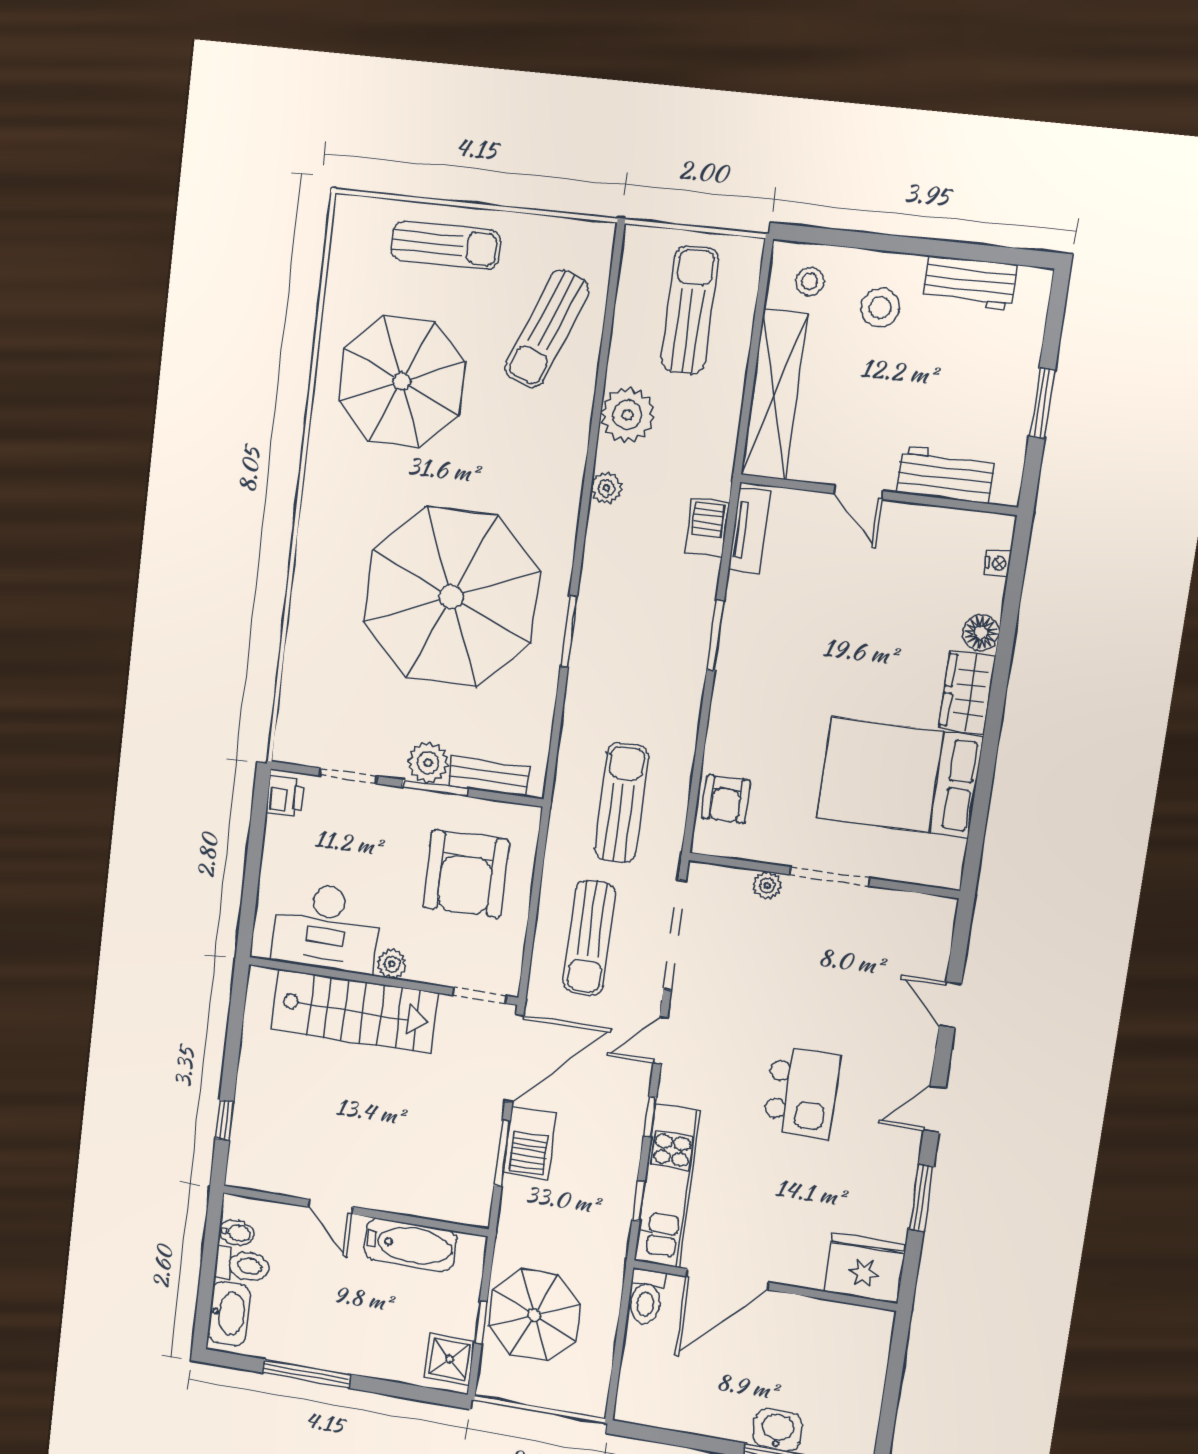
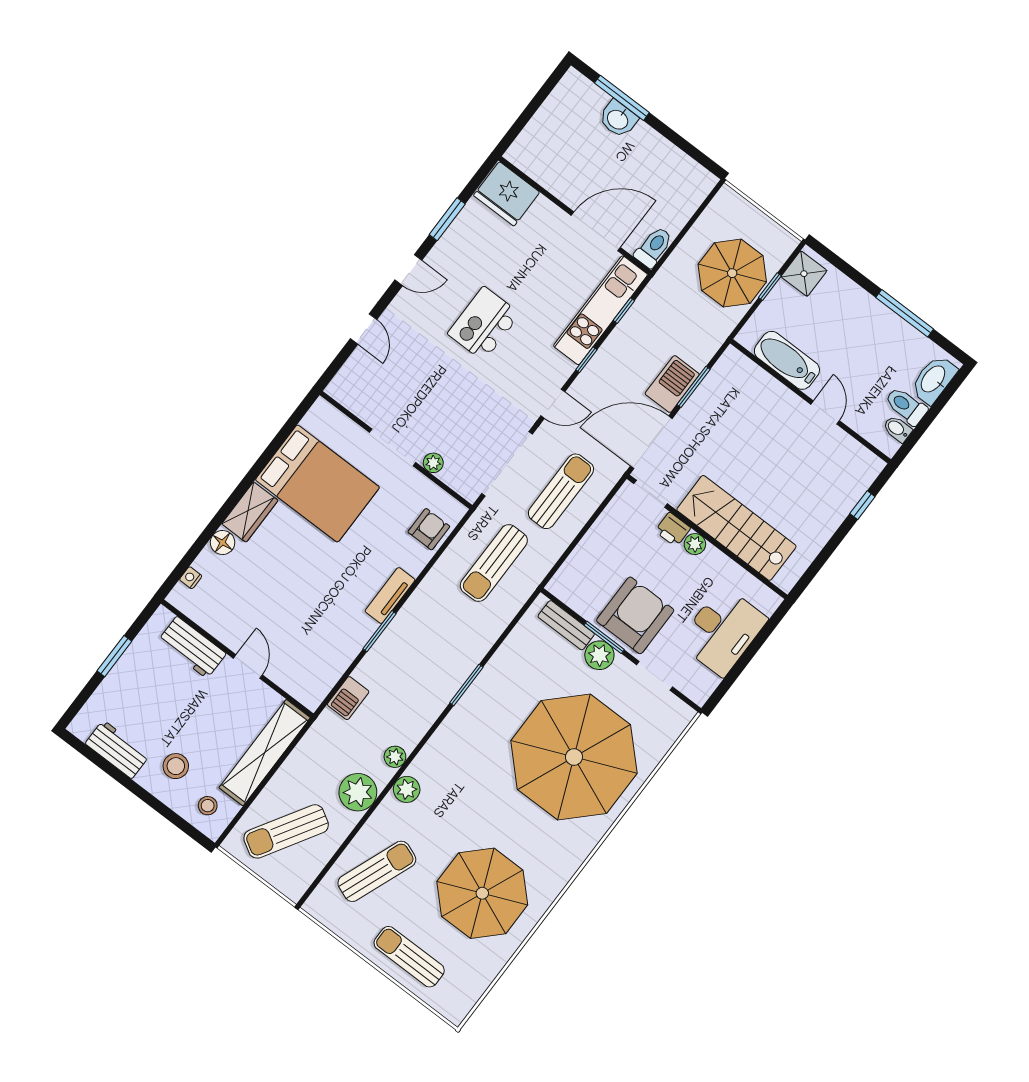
sun lounger: (690, 310) -> (286, 831), turned 31
plant: (569, 455) -> (407, 789), added
tv unit: (749, 531) -> (390, 595), moved
parasol: (451, 597) -> (574, 757), moved
printer: (285, 797) -> (673, 530), moved, turned -90
armchair: (466, 874) -> (635, 615), moved
desk: (326, 927) -> (723, 631), moved, turned 90

